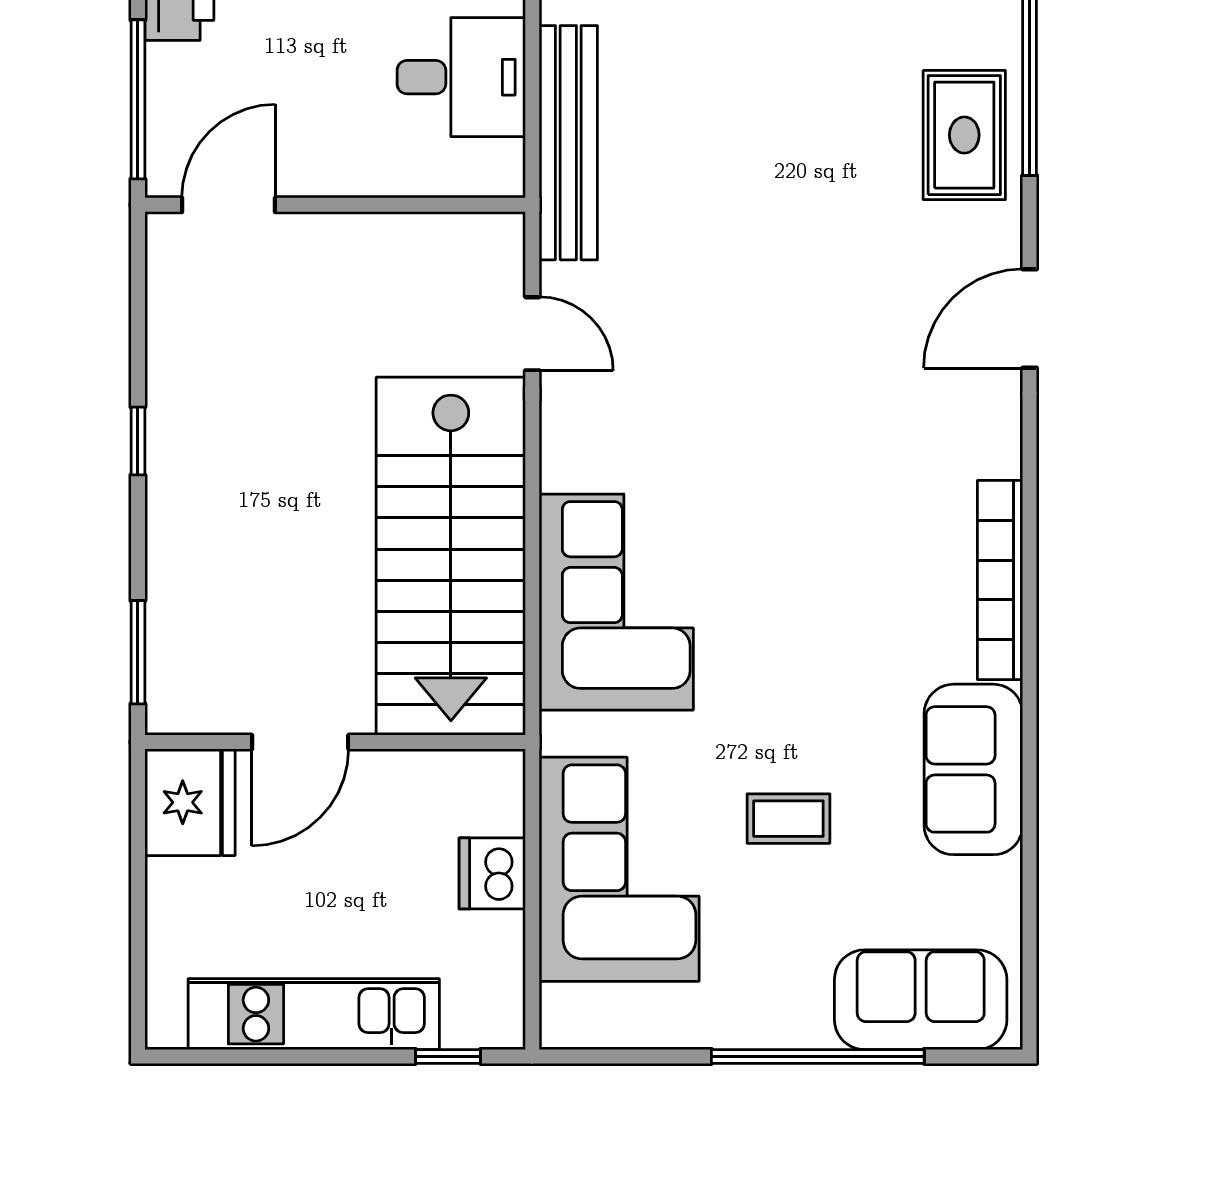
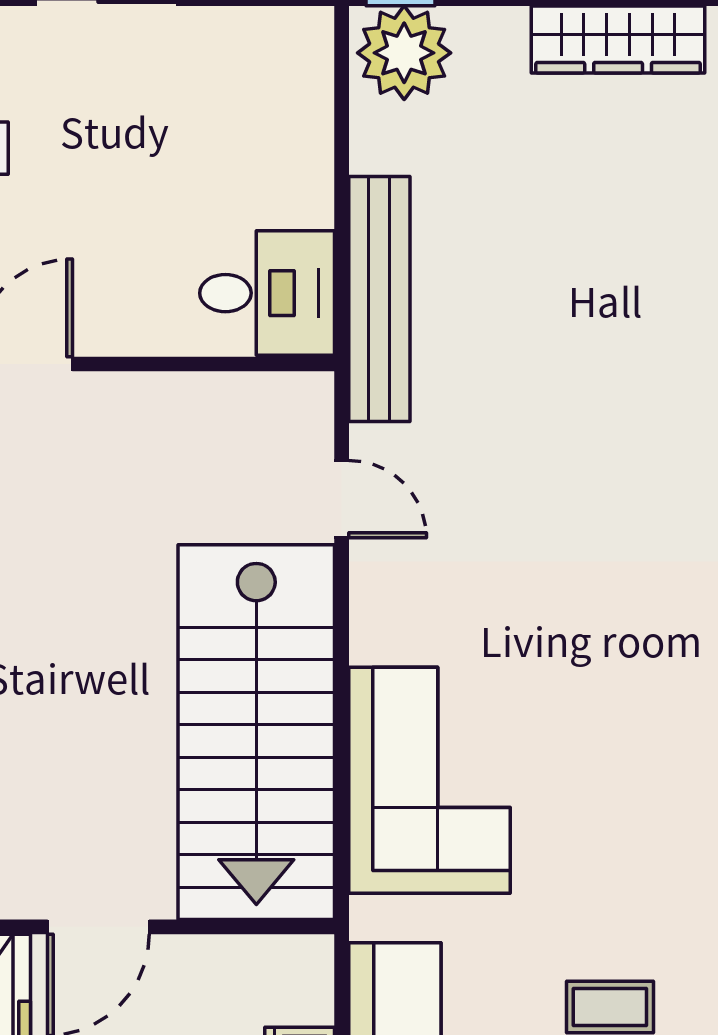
desk: (461, 77) -> (267, 293), moved

